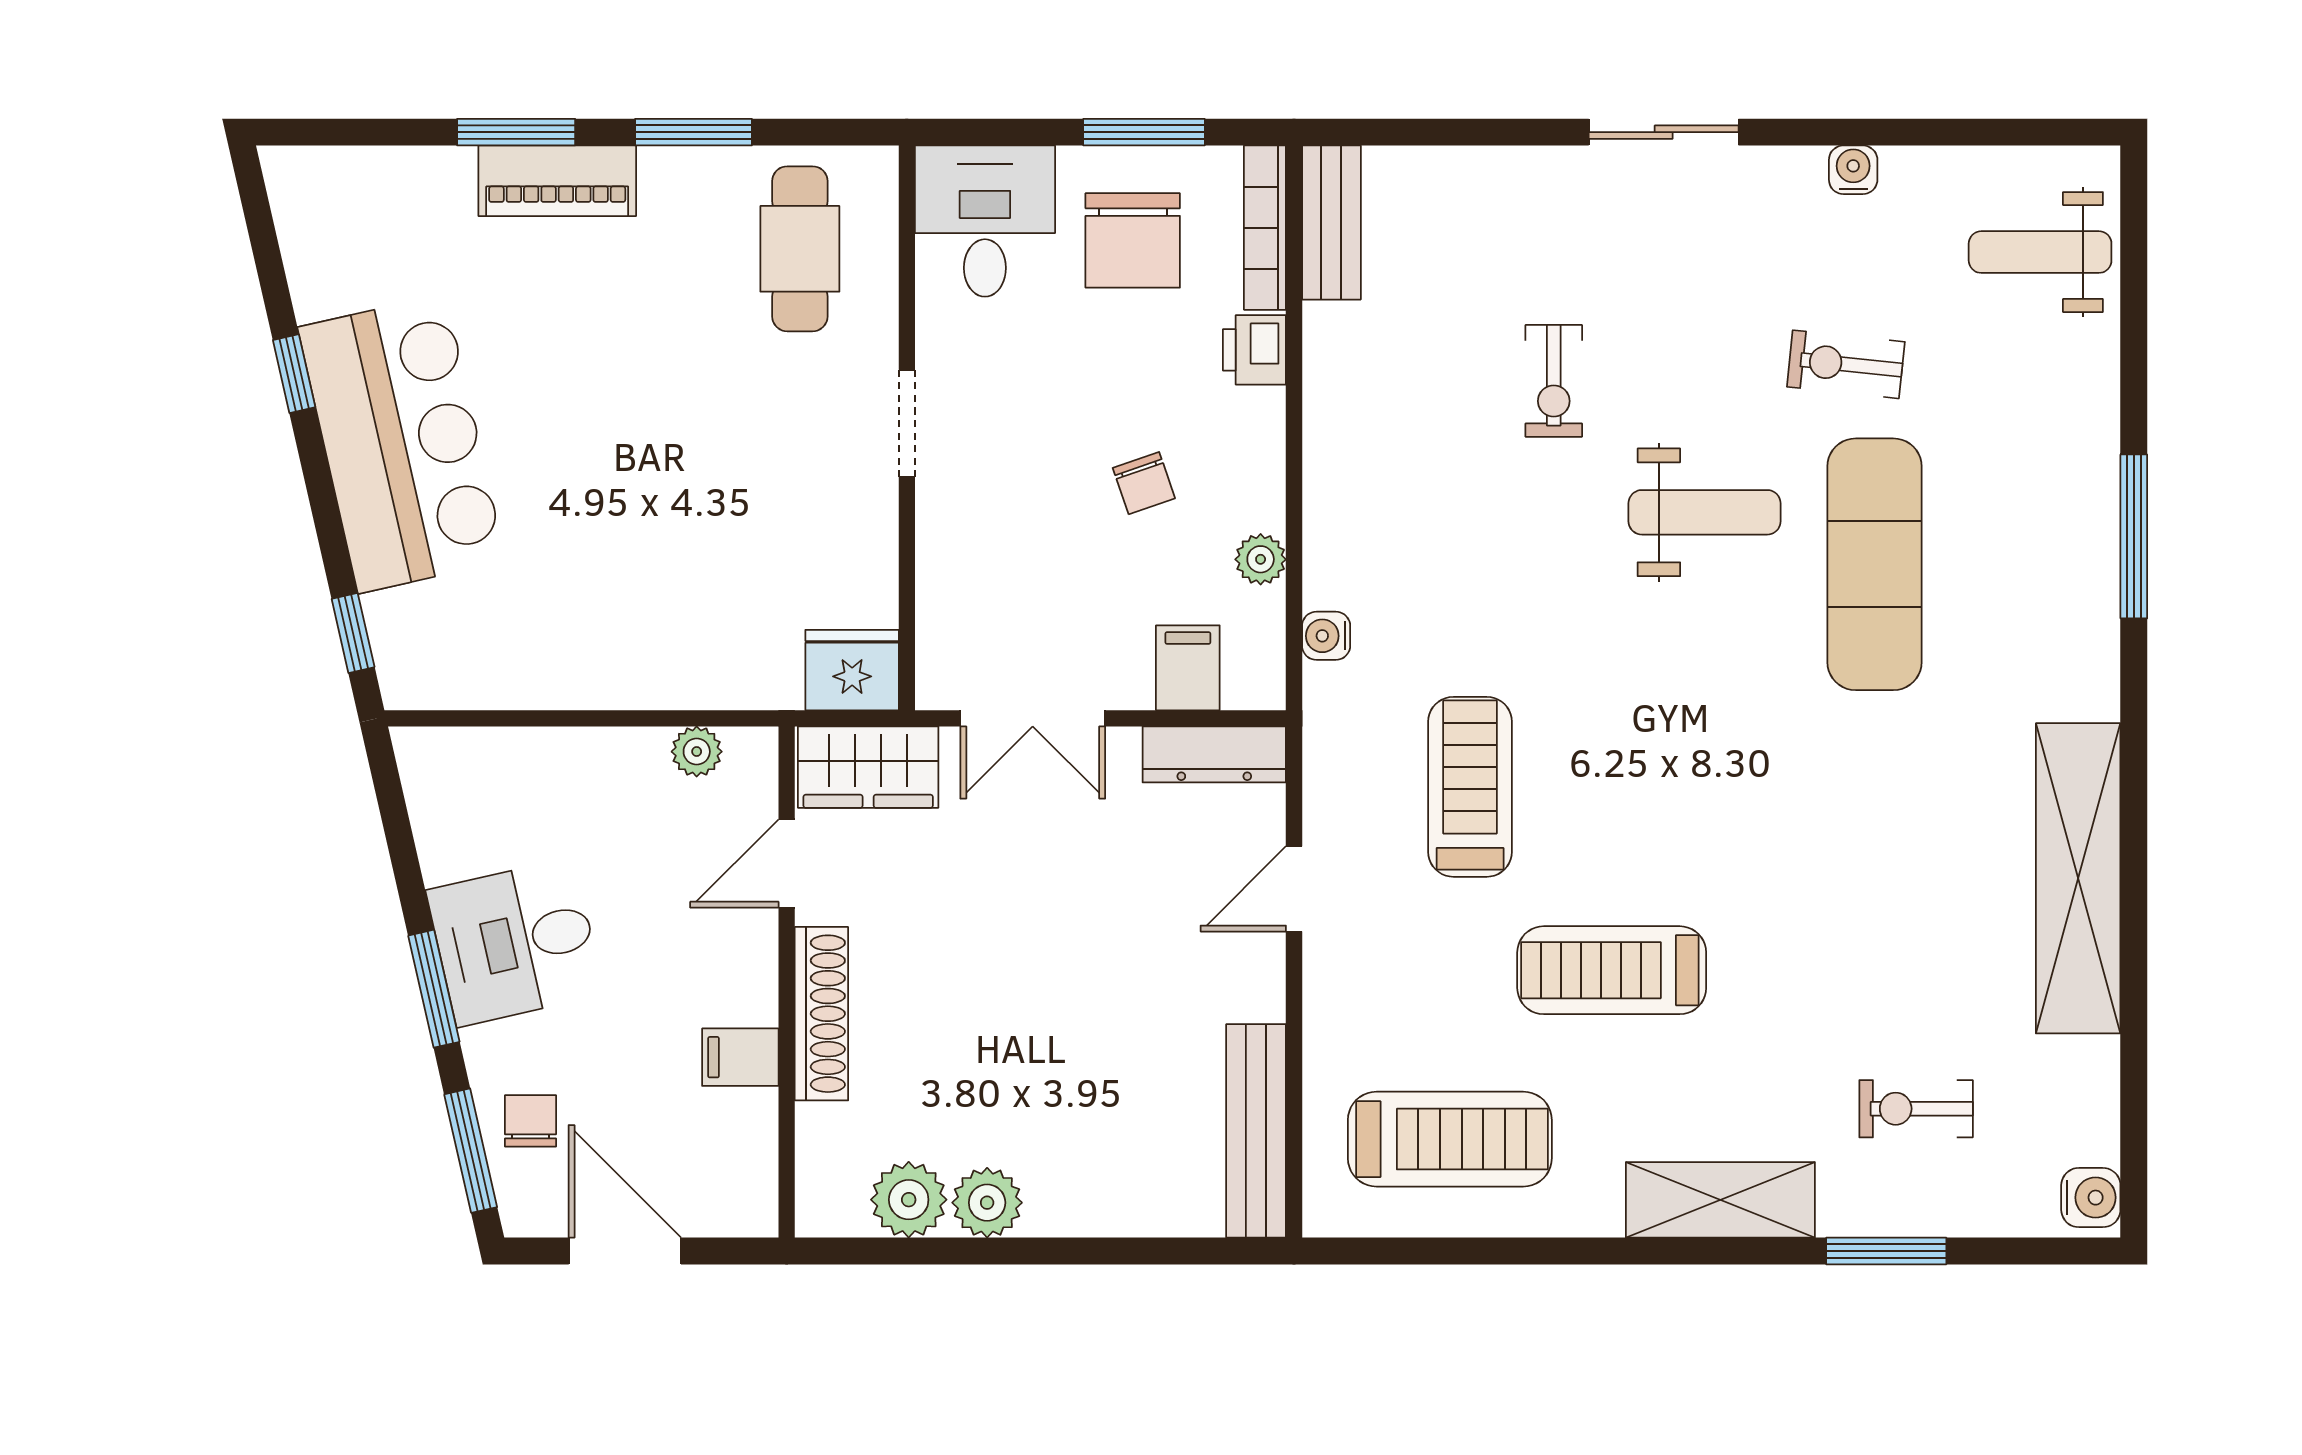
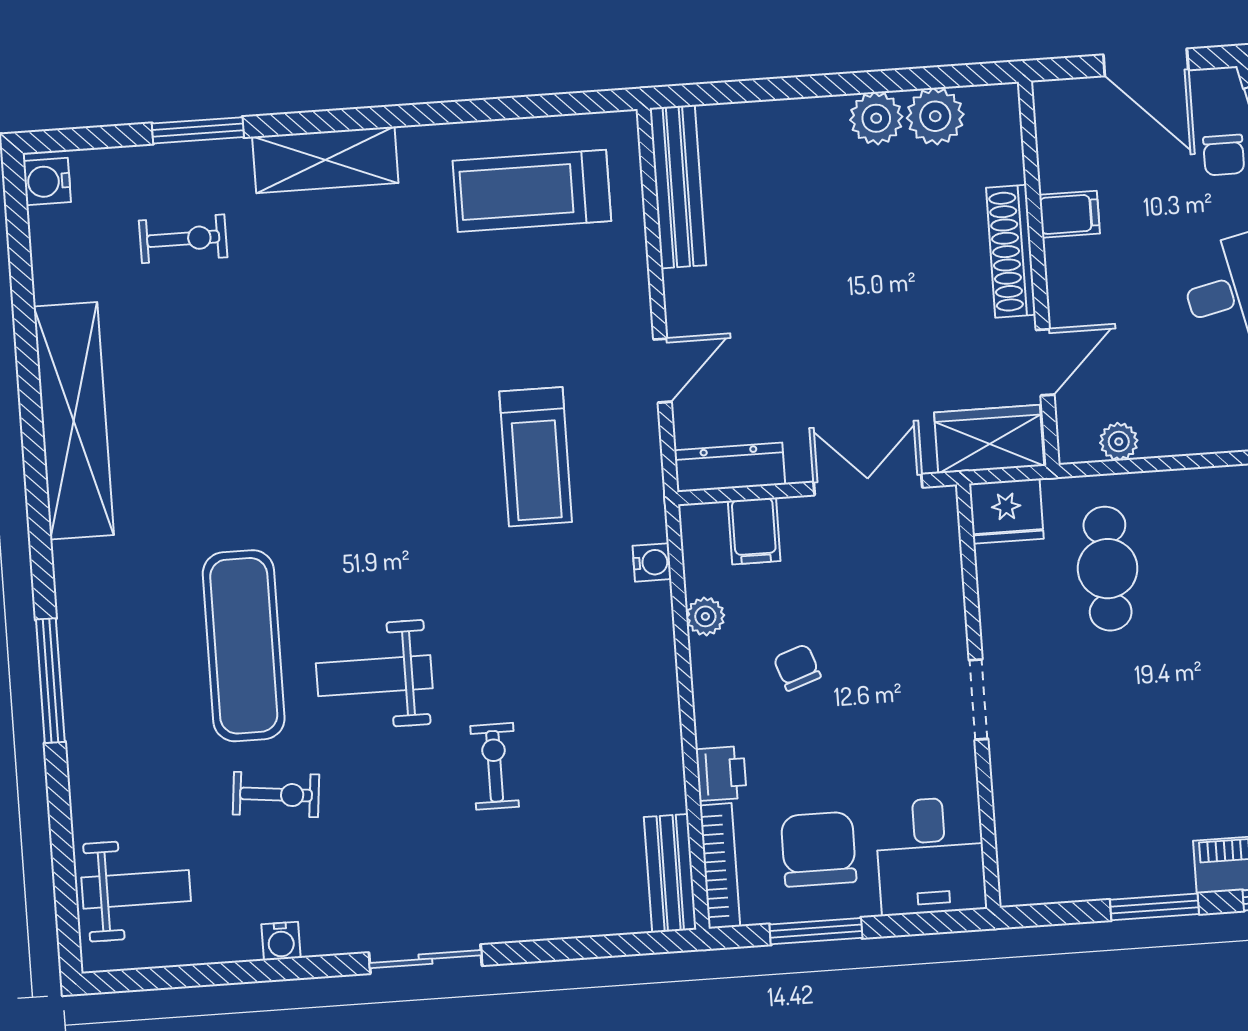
cafe table: (800, 249) -> (1108, 569), moved
treadmill: (1612, 970) -> (419, 327), removed

